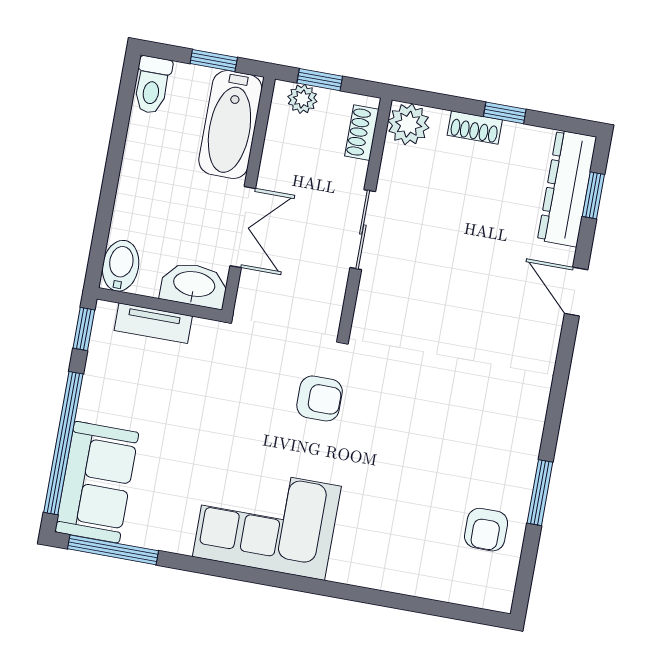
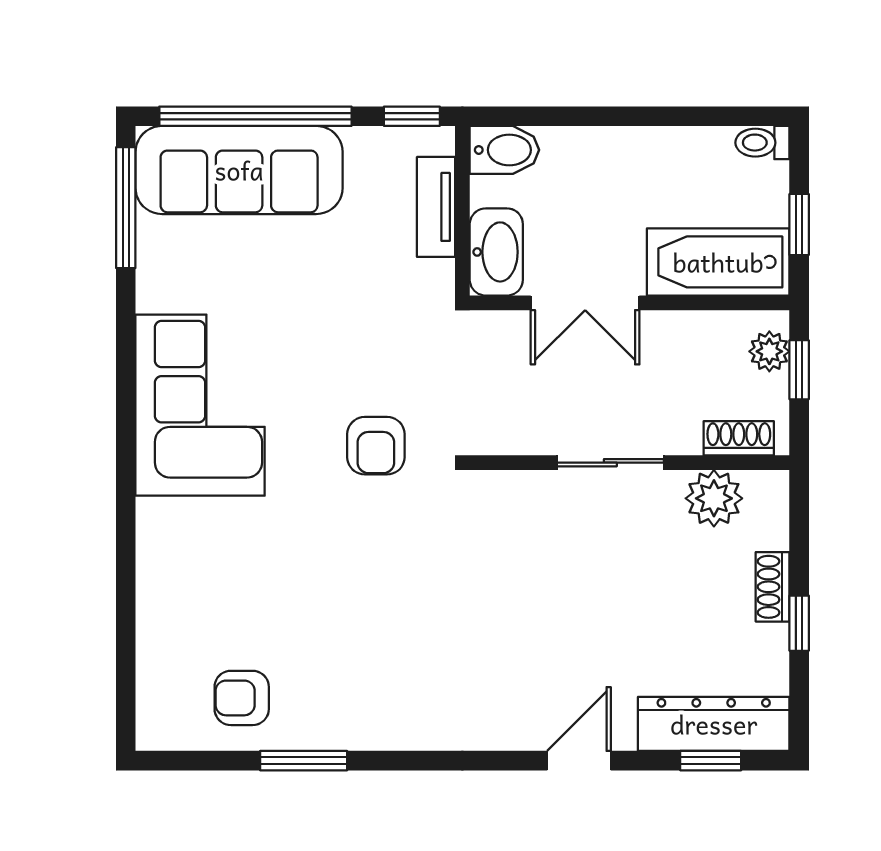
toilet: (152, 85) -> (762, 143), width x0.73, depth x0.72
plant: (409, 124) -> (714, 498), moved
sofa: (97, 482) -> (239, 170), width x1.36

